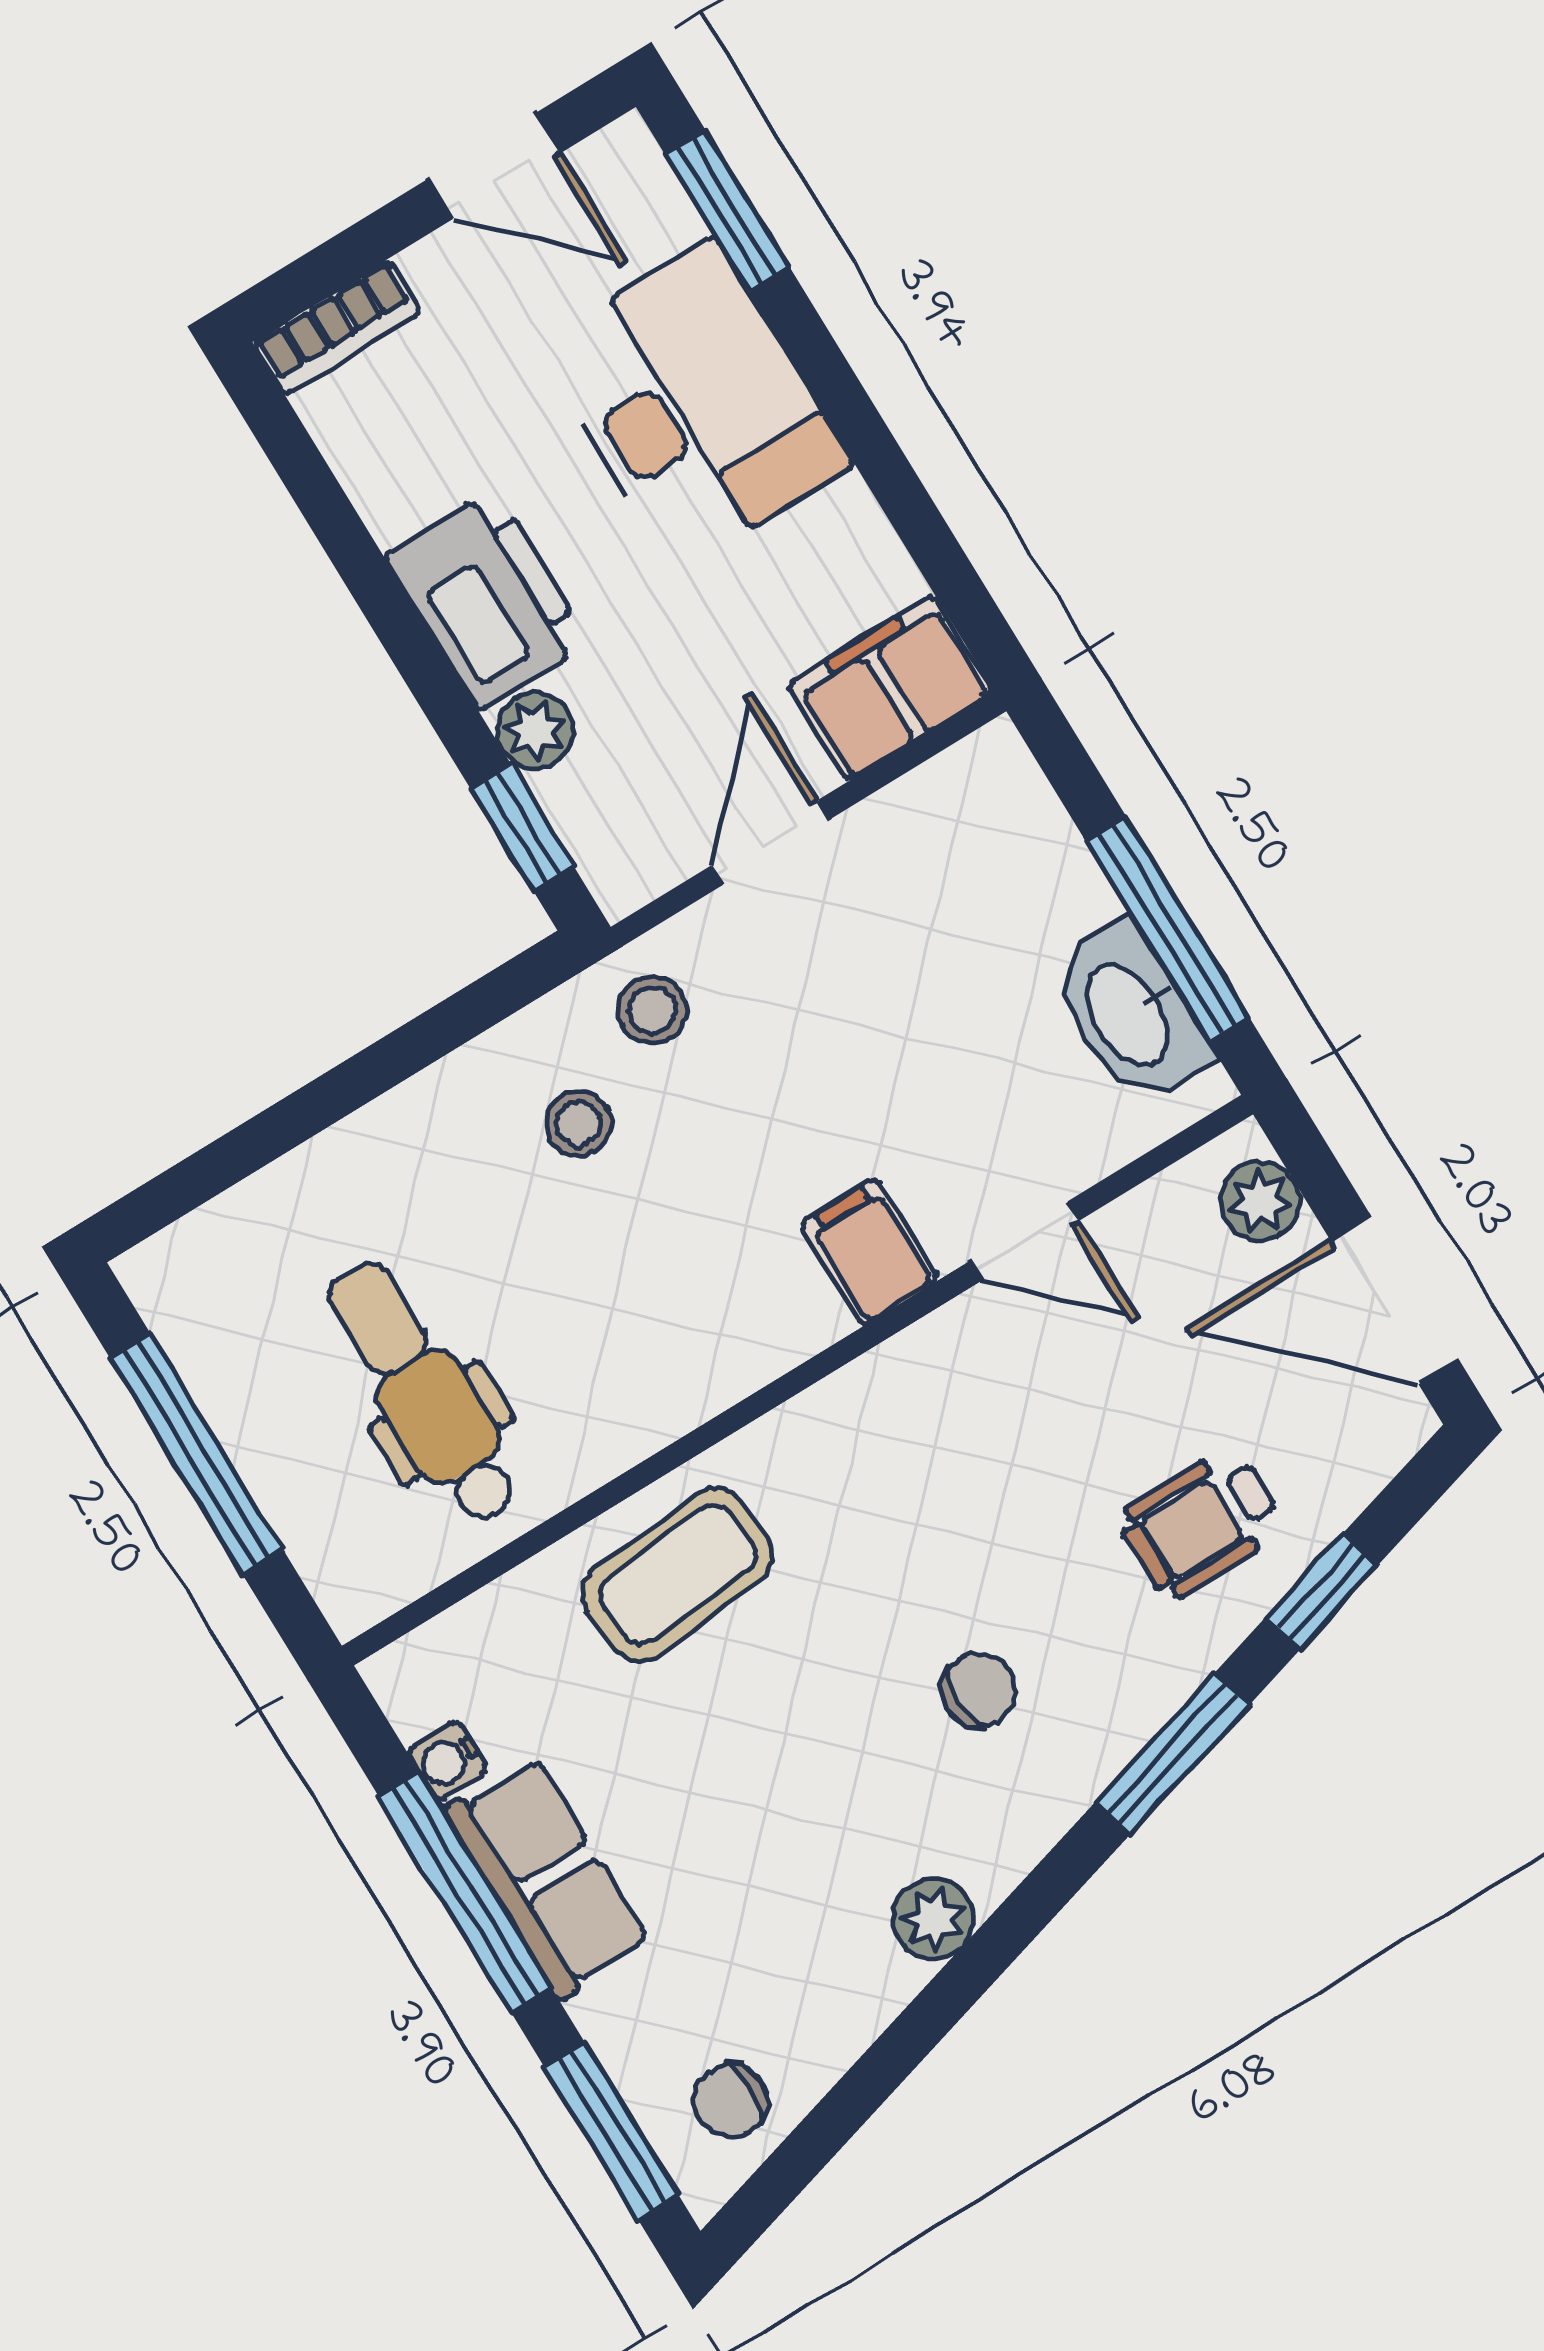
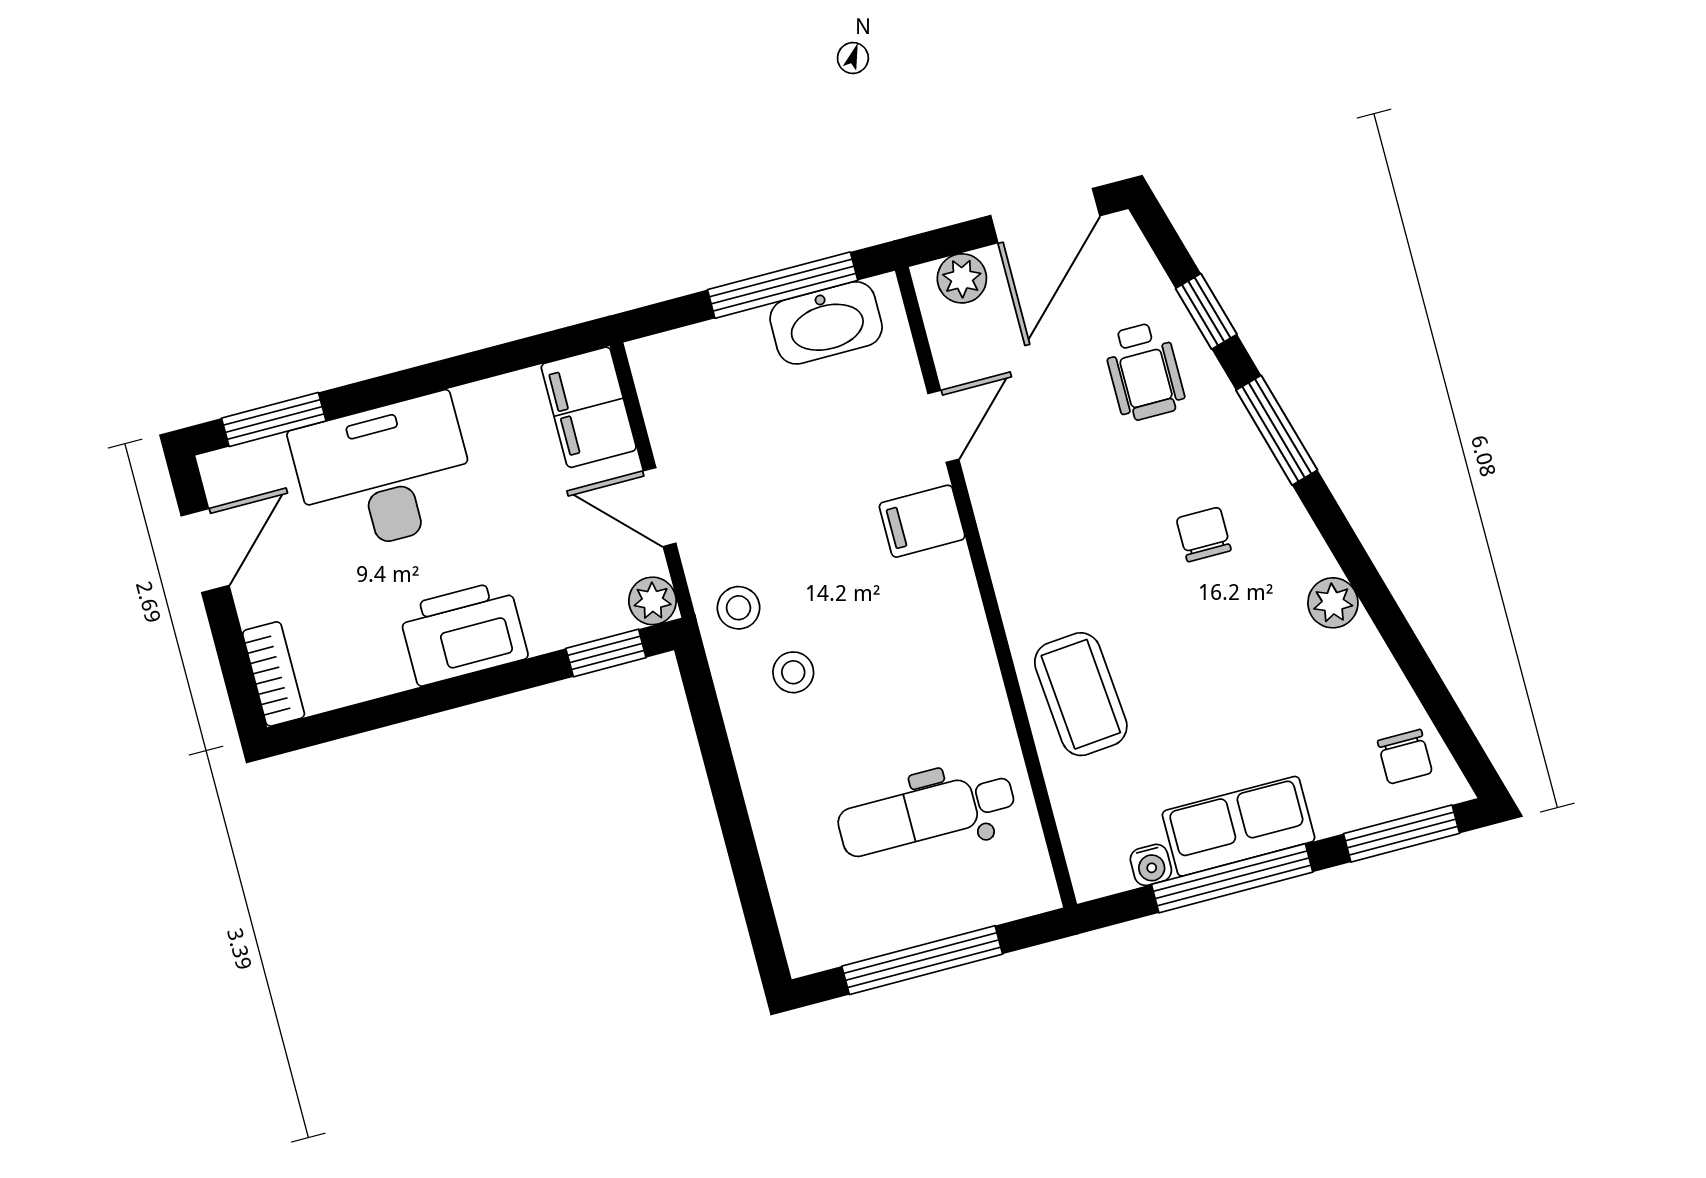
plant: (535, 731) -> (652, 601), moved

